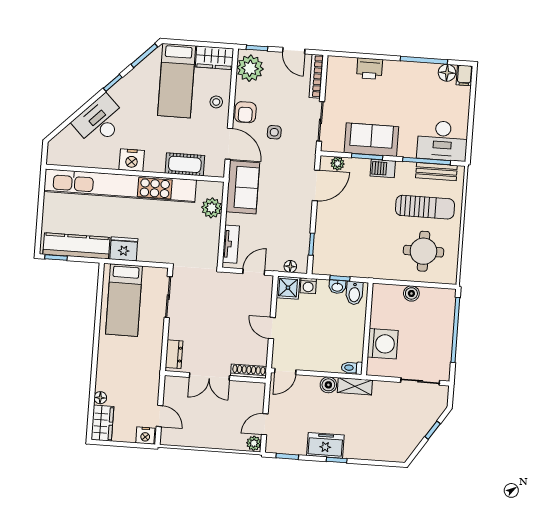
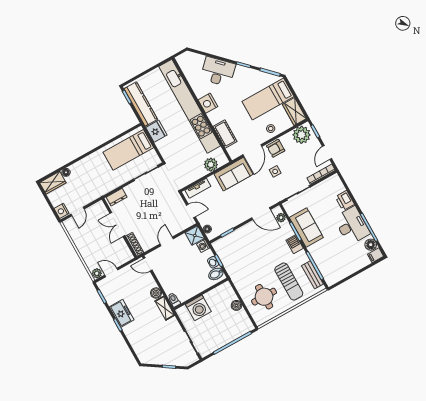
desk: (442, 141) -> (352, 226), moved, turned 180

